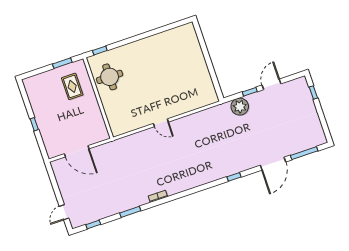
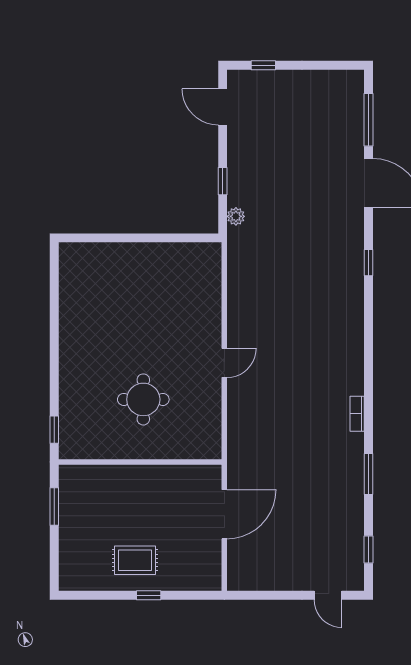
round table: (110, 77) -> (143, 399), moved
door: (271, 84) -> (223, 107), moved
rug: (72, 86) -> (135, 560), moved
plant: (240, 107) -> (236, 216), width x0.53, depth x0.53
door: (77, 151) -> (224, 514), moved

